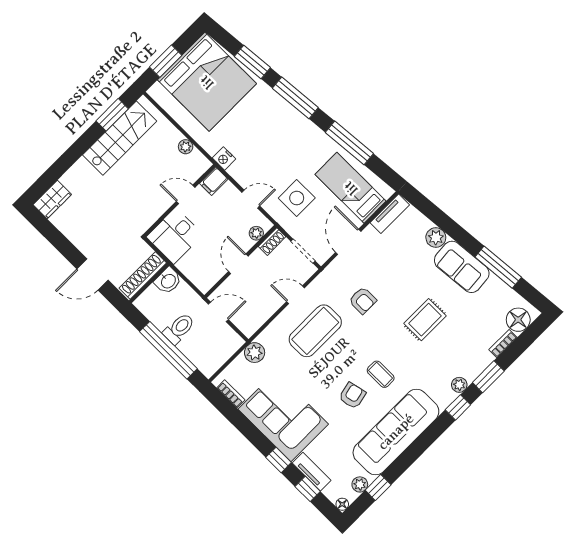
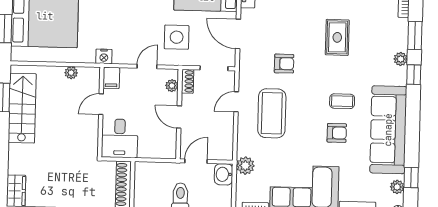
washbasin: (168, 281) -> (224, 174), moved, turned 180
armchair: (352, 396) -> (337, 133), turned 103

